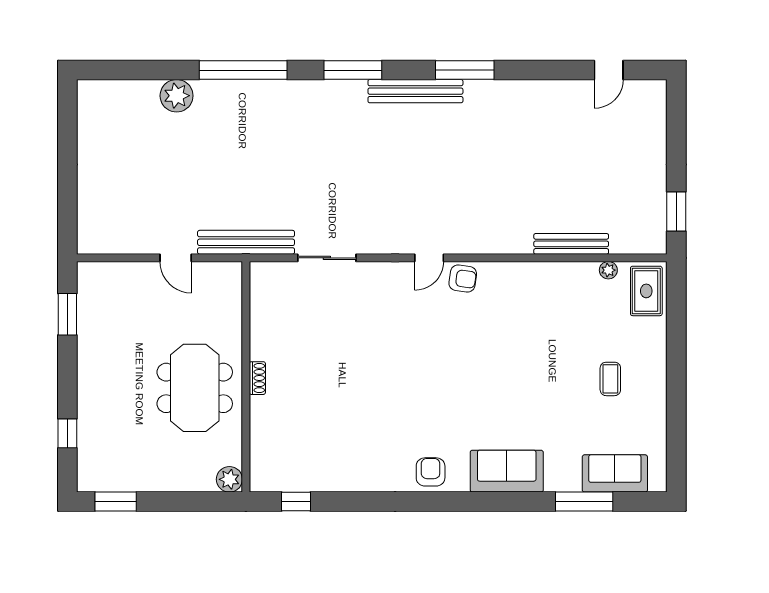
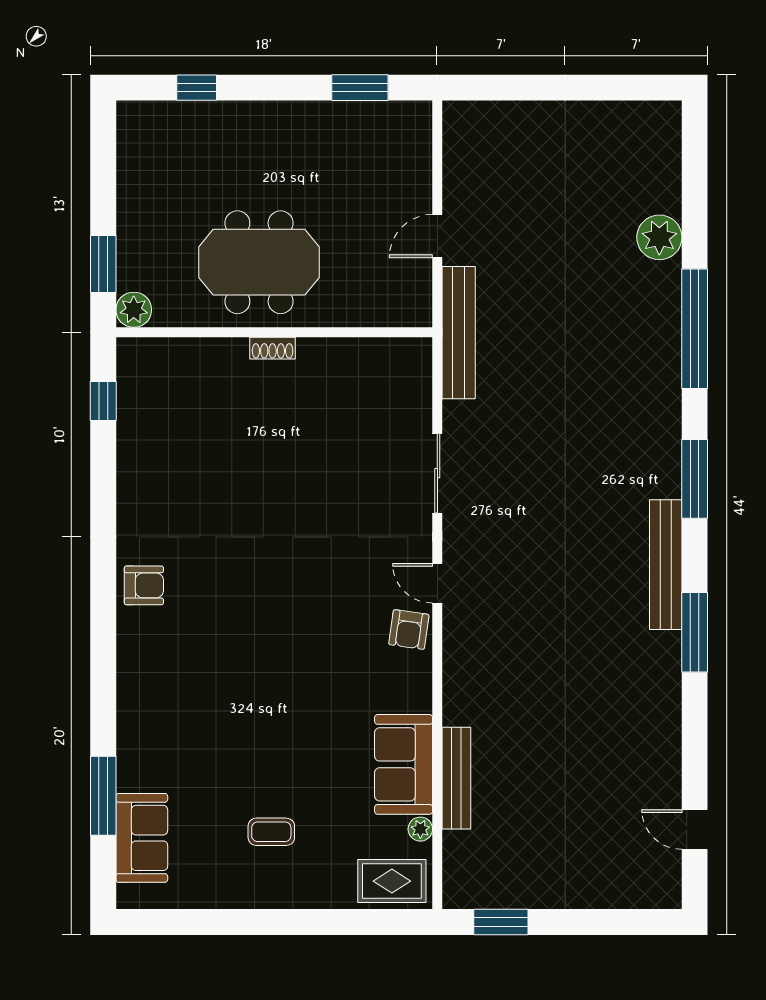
sliding door: (327, 258) -> (437, 473), moved
sofa: (507, 471) -> (404, 764), moved, turned 180
window: (116, 502) -> (103, 264), moved

